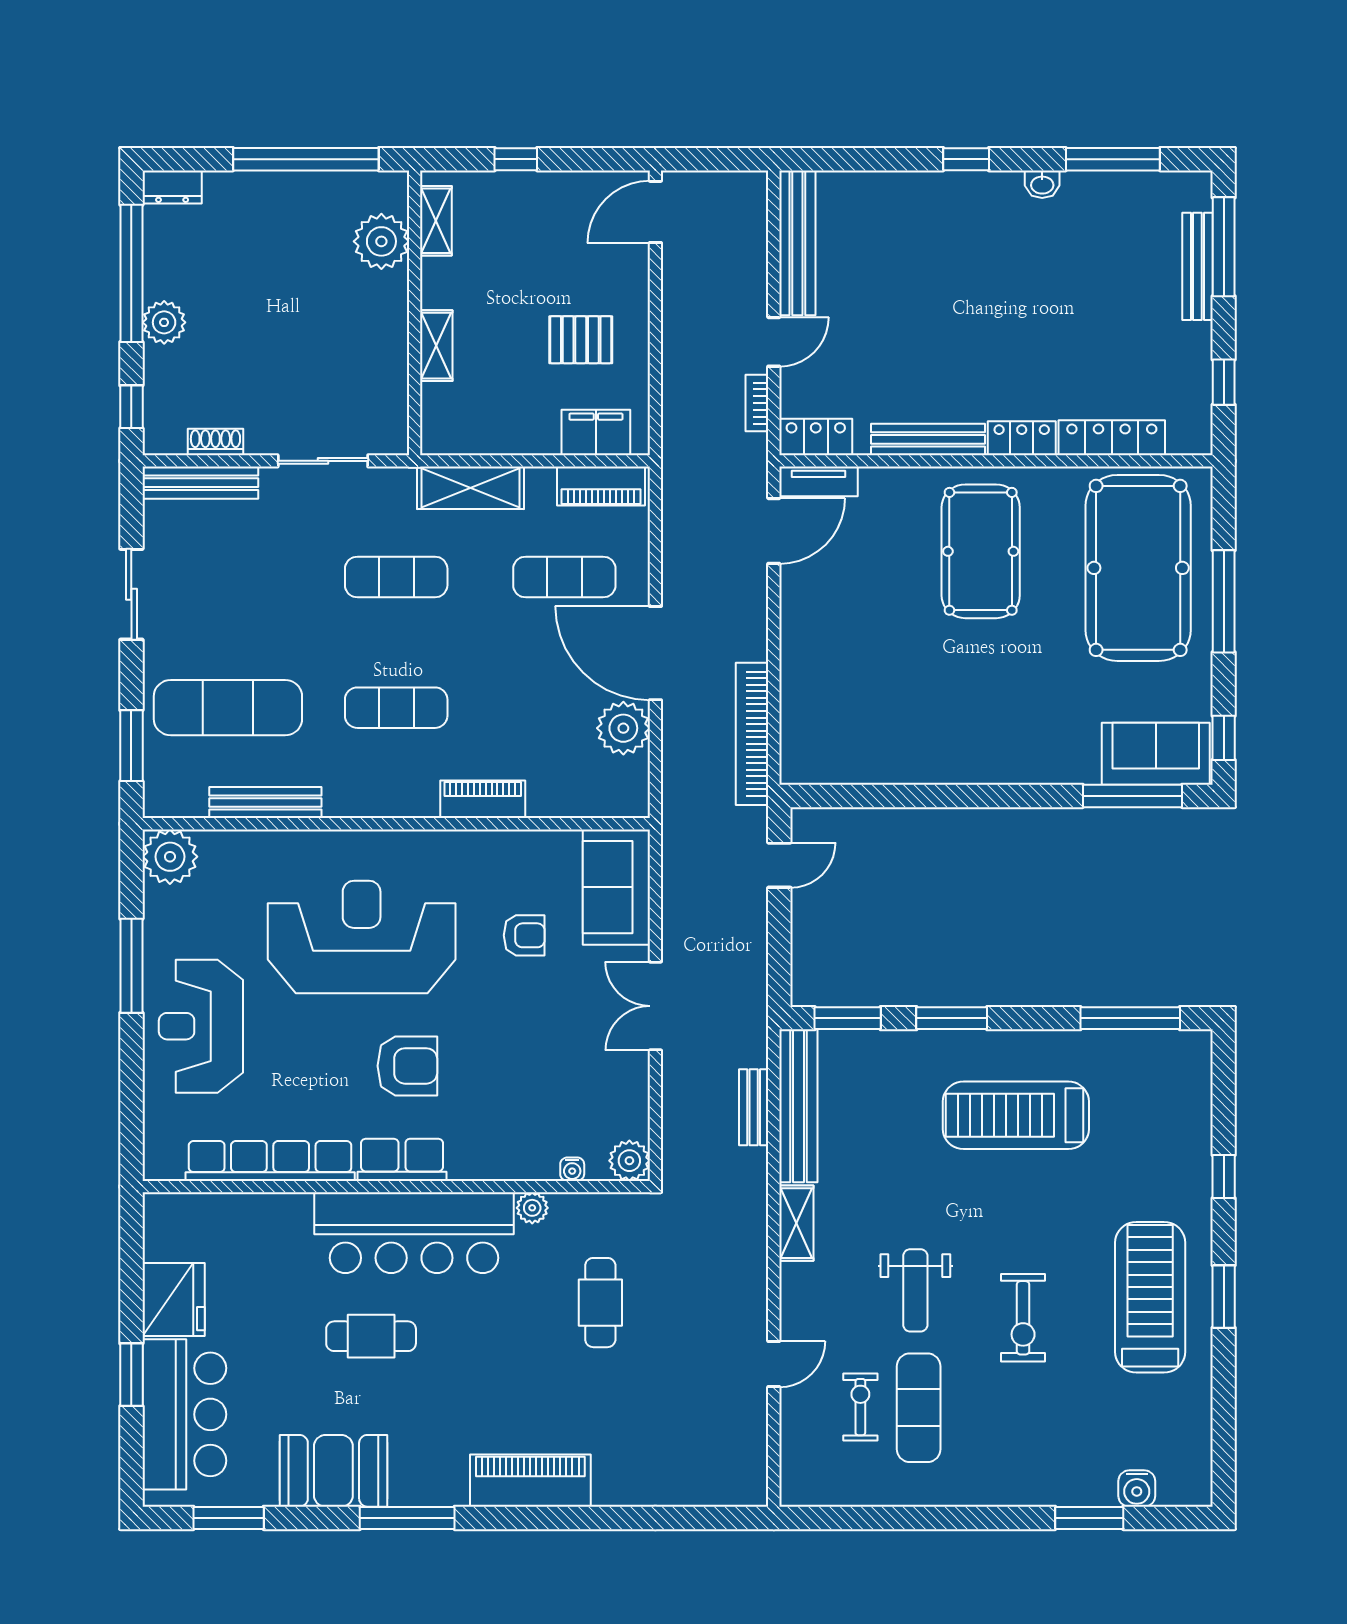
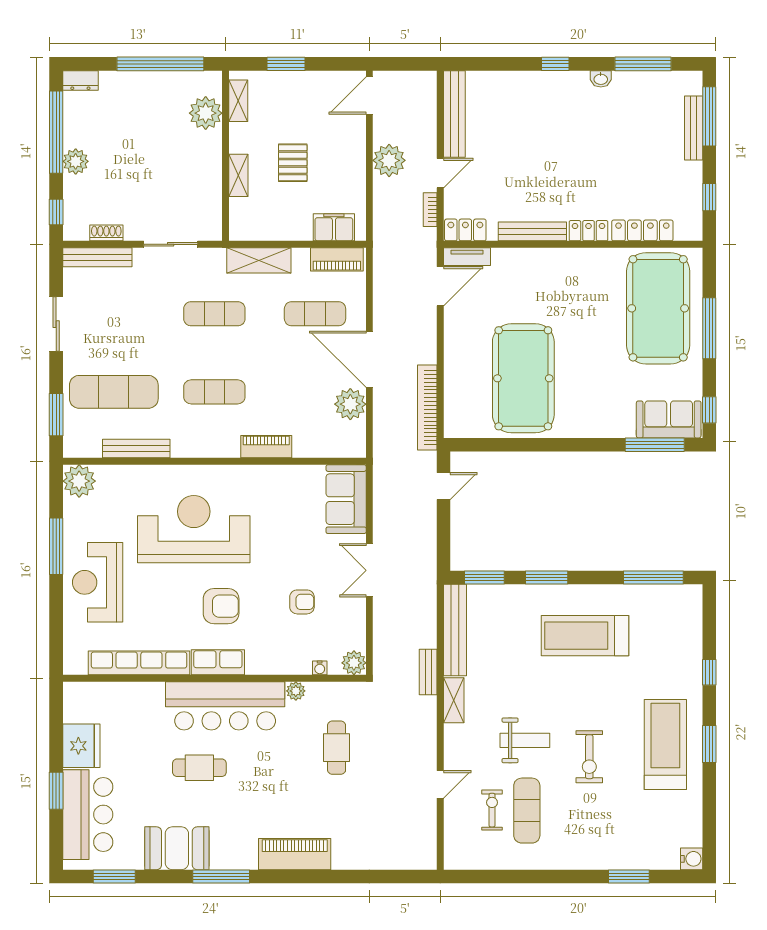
window: (516, 159) -> (286, 64), width x1.50
plant: (688, 321) -> (389, 160), added
pallet: (581, 340) -> (293, 163), moved, turned 90
pool table: (981, 551) -> (523, 378), moved, width x1.36, depth x1.32
armchair: (524, 935) -> (302, 602), moved
bench: (754, 1107) -> (428, 672), moved
weight bench: (915, 1290) -> (525, 740), turned -90
water cooler: (1137, 1489) -> (692, 859), moved, turned -90

